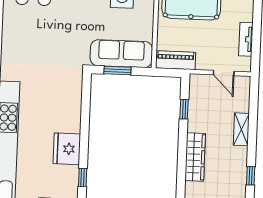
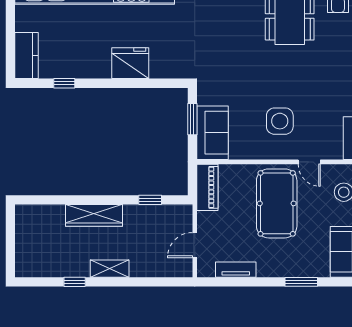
sofa: (121, 54) -> (213, 133), width x0.73
shelving: (241, 129) -> (110, 269), moved
fridge: (67, 149) -> (130, 63), moved

